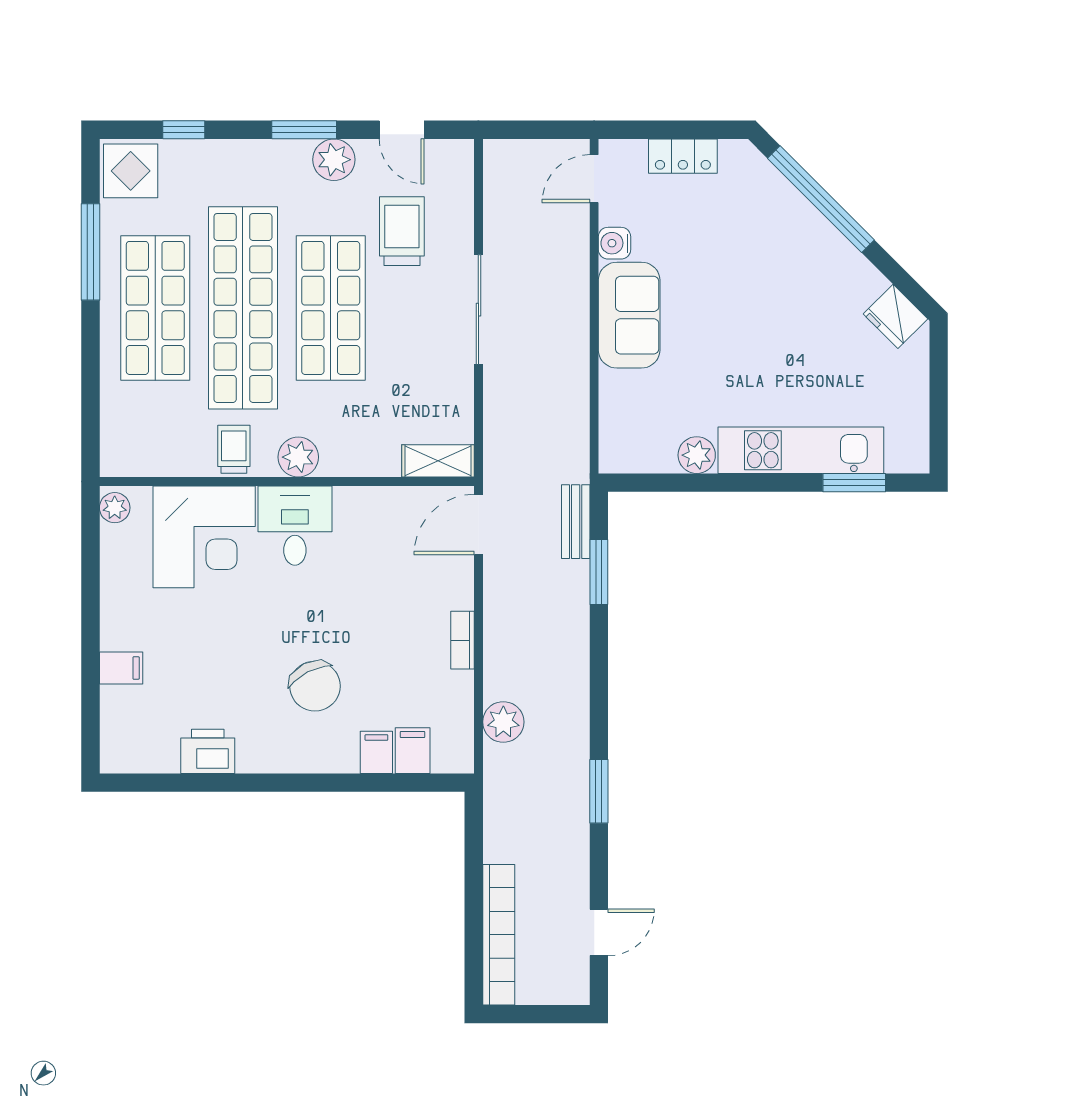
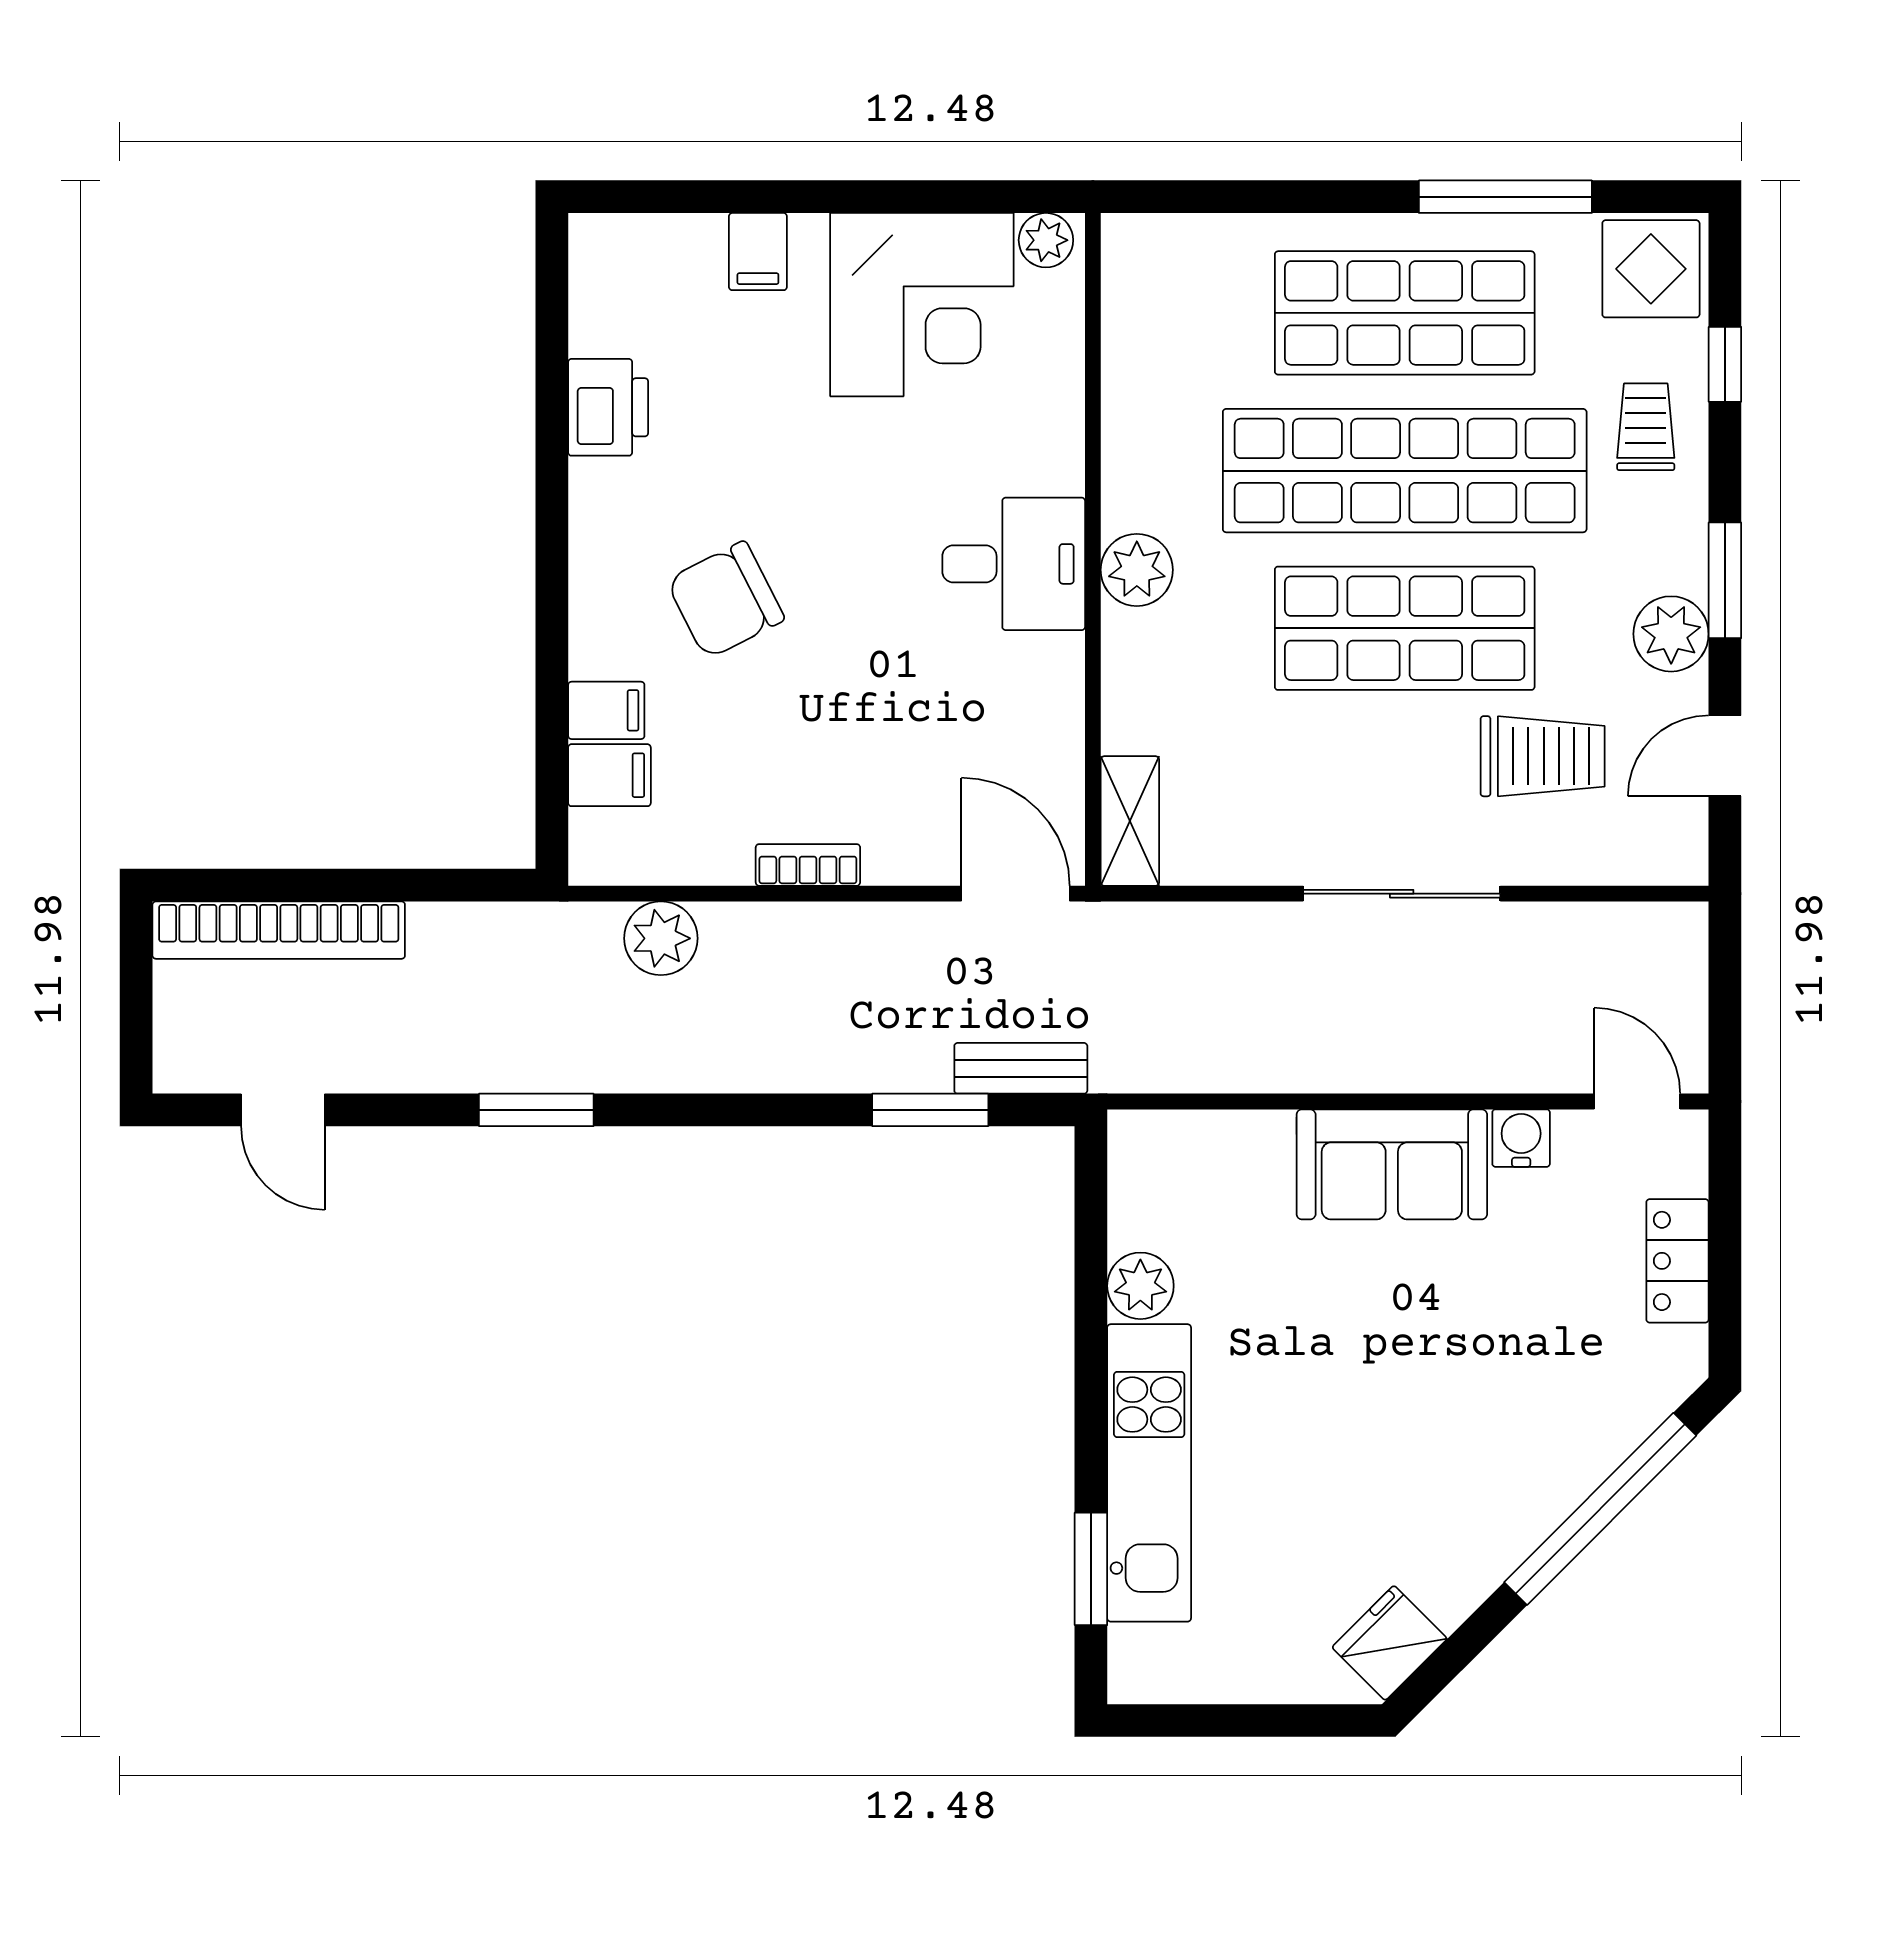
trolley: (234, 449) -> (1646, 427), moved, turned -90
corner desk: (204, 537) -> (922, 305), moved, turned -90

